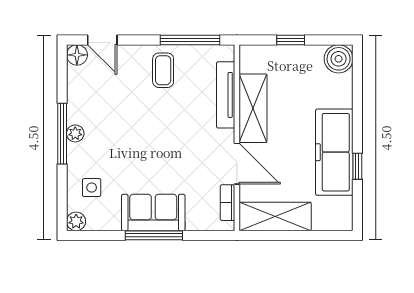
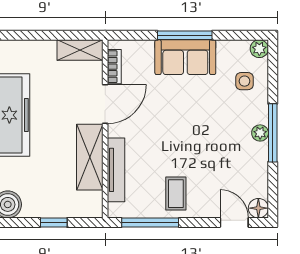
door: (237, 164) -> (105, 104), swing flipped
shelving: (275, 216) -> (80, 50), width x0.67, depth x0.75

